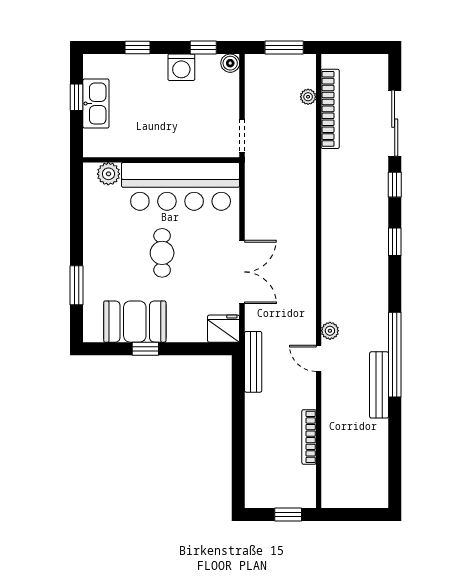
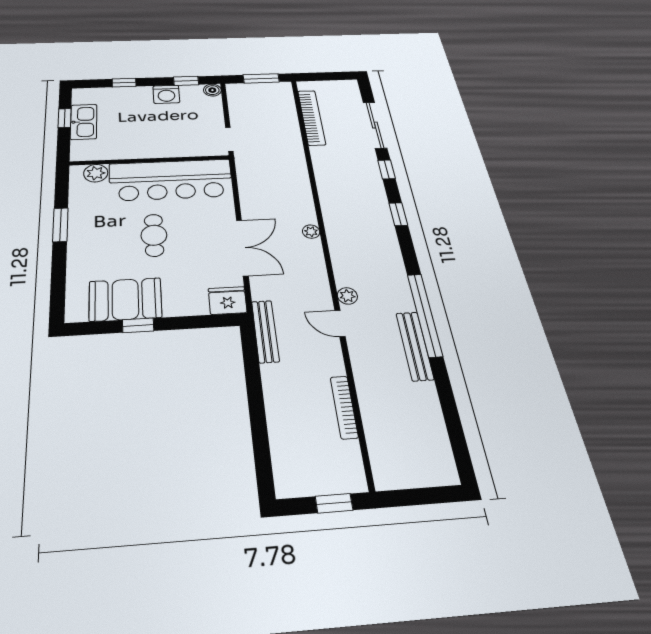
plant: (308, 97) -> (311, 232), moved
window: (77, 285) -> (60, 225), moved

